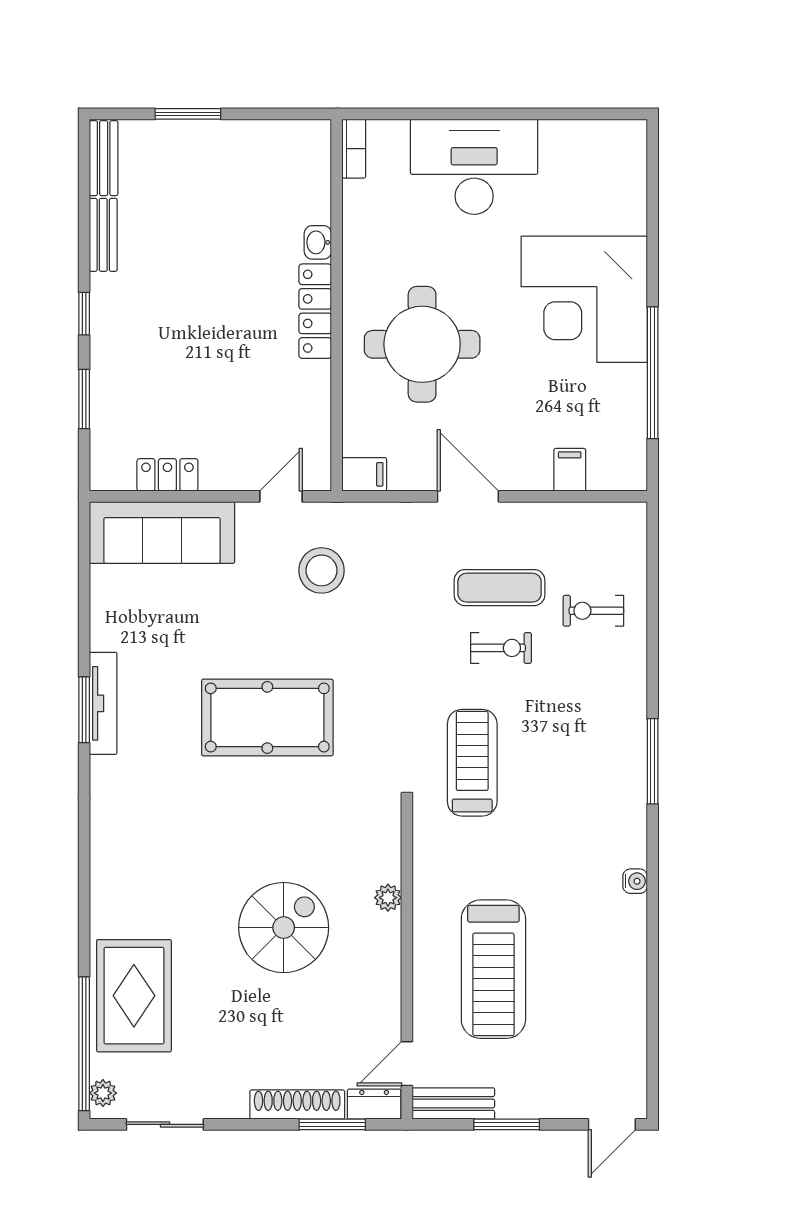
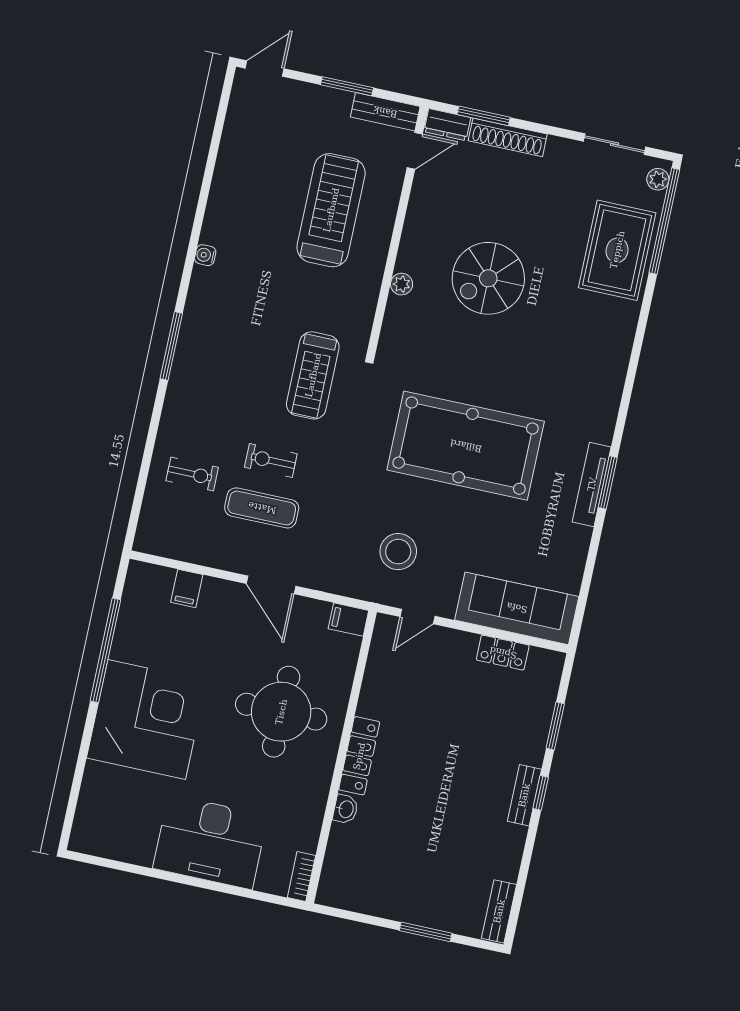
bench: (103, 235) -> (524, 795), moved
pool table: (267, 717) -> (466, 446), width x1.36, depth x1.32

